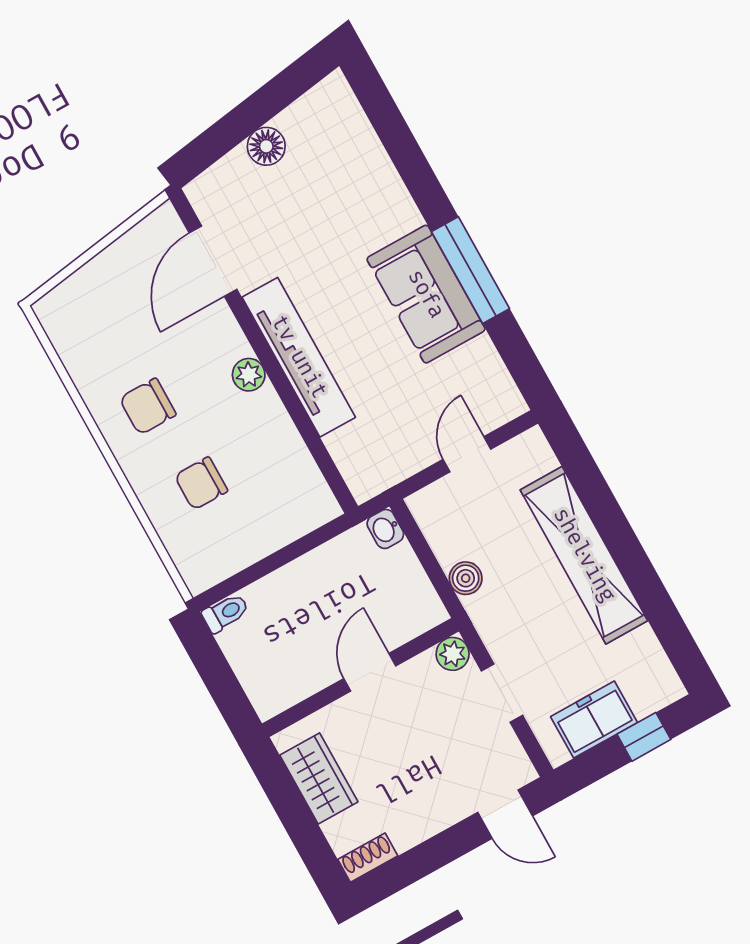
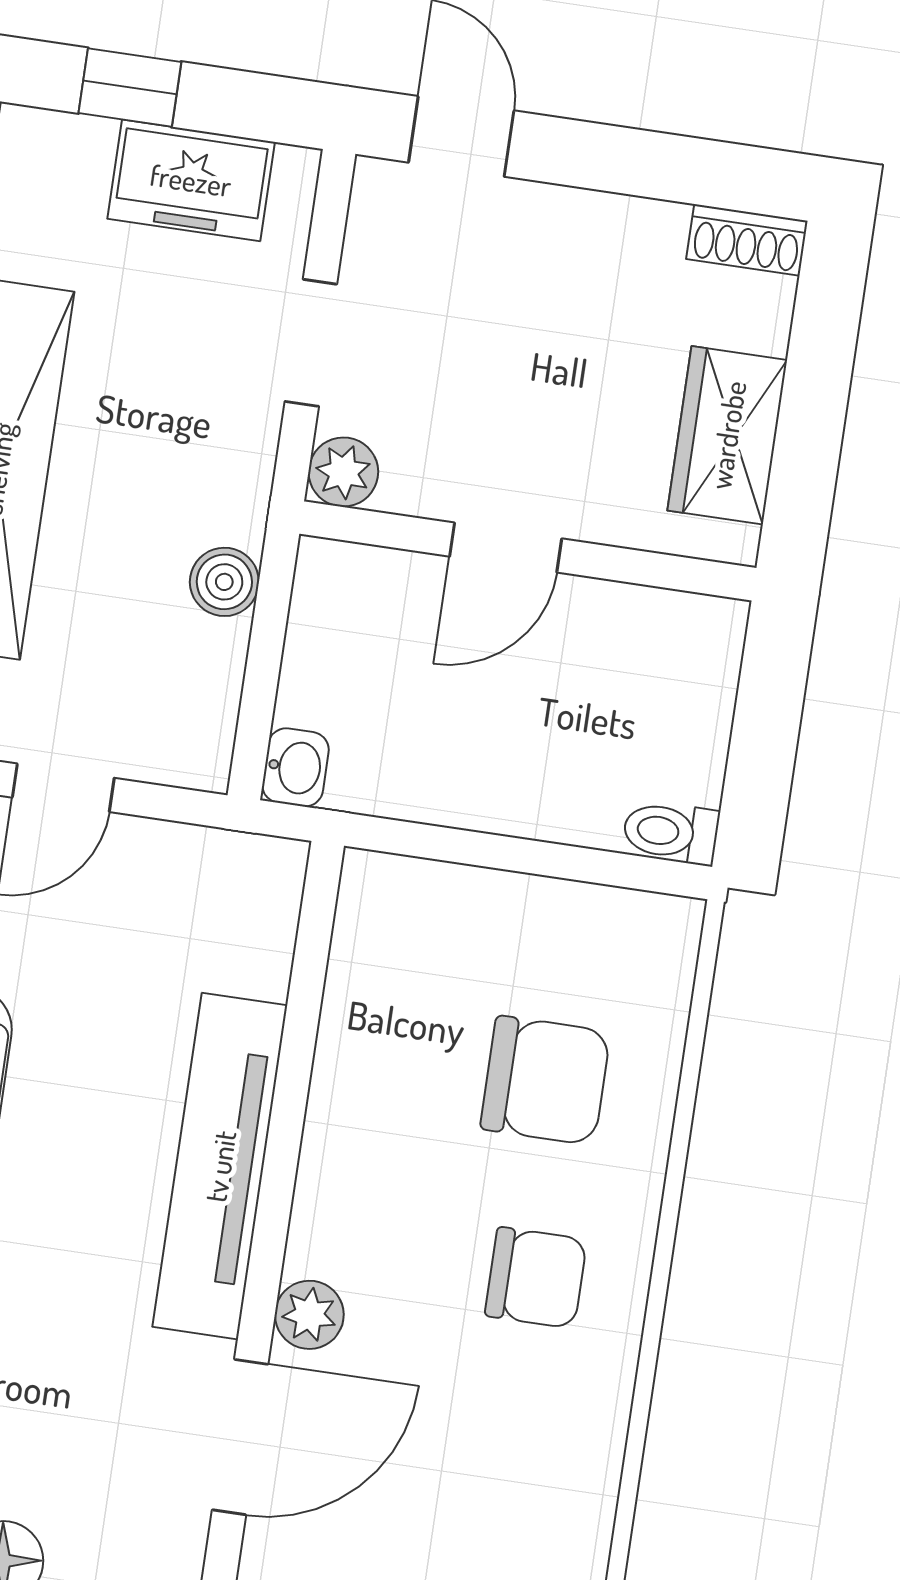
plant: (249, 375) -> (309, 1315), moved
chair: (201, 483) -> (545, 1080), width x1.37, depth x1.37

